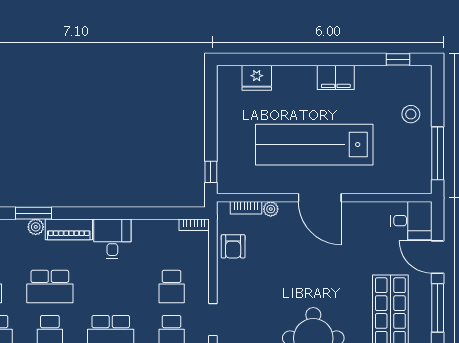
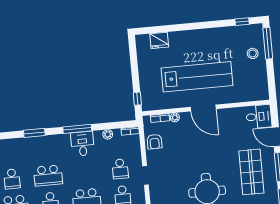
filing cabinet: (336, 77) -> (206, 36), removed
lab bench: (314, 145) -> (197, 77), turned 180
window: (438, 153) -> (268, 43), moved
window: (106, 213) -> (77, 129), added
plant: (36, 227) -> (108, 134), moved
piano: (69, 229) -> (56, 141), removed
doorway: (213, 320) -> (146, 176), moved

